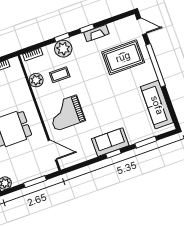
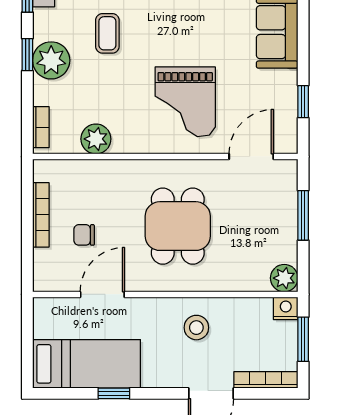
coffee table: (60, 75) -> (107, 33), moved
window: (113, 154) -> (303, 102), moved

